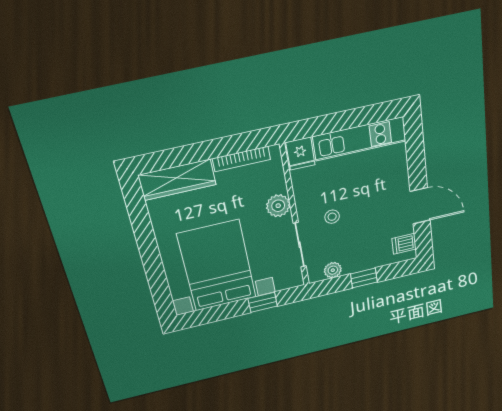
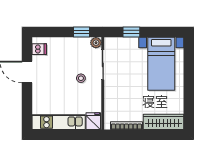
plant: (278, 206) -> (111, 93), removed
bed with nightstands: (217, 266) -> (161, 64), width x0.73
plant: (333, 270) -> (96, 43), moved
window: (364, 278) -> (81, 32), moved

